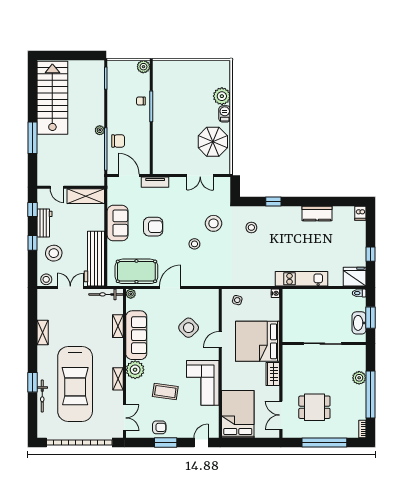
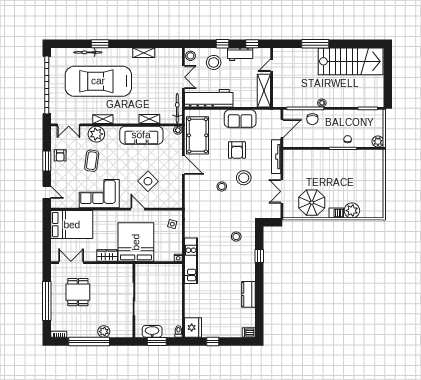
tv unit: (155, 182) -> (276, 157), width x1.41
stool: (214, 223) -> (244, 178), moved
kitchen unit: (302, 279) -> (191, 261), moved
plant: (135, 370) -> (96, 134), moved

